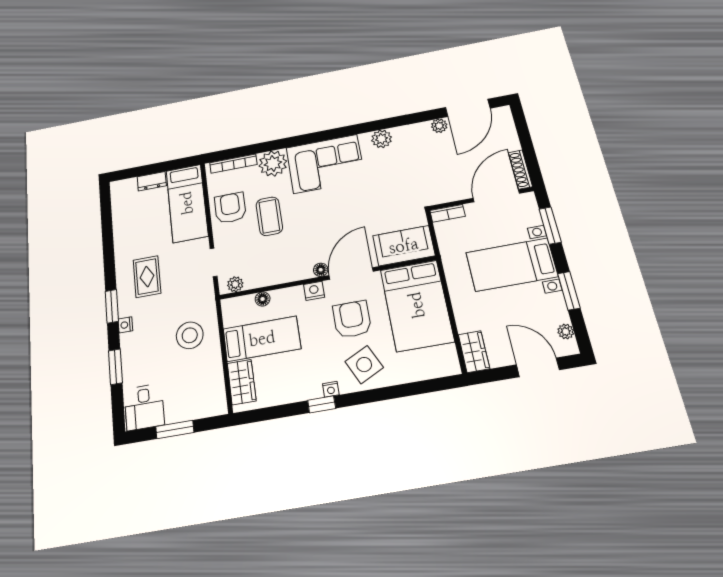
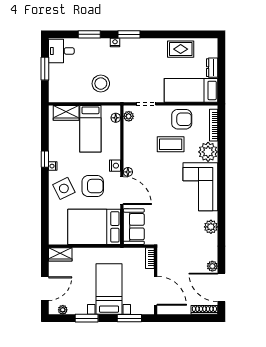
shoe rack: (520, 170) -> (204, 310), moved
rug: (147, 277) -> (181, 49), moved
floor lamp: (263, 299) -> (116, 118), moved

